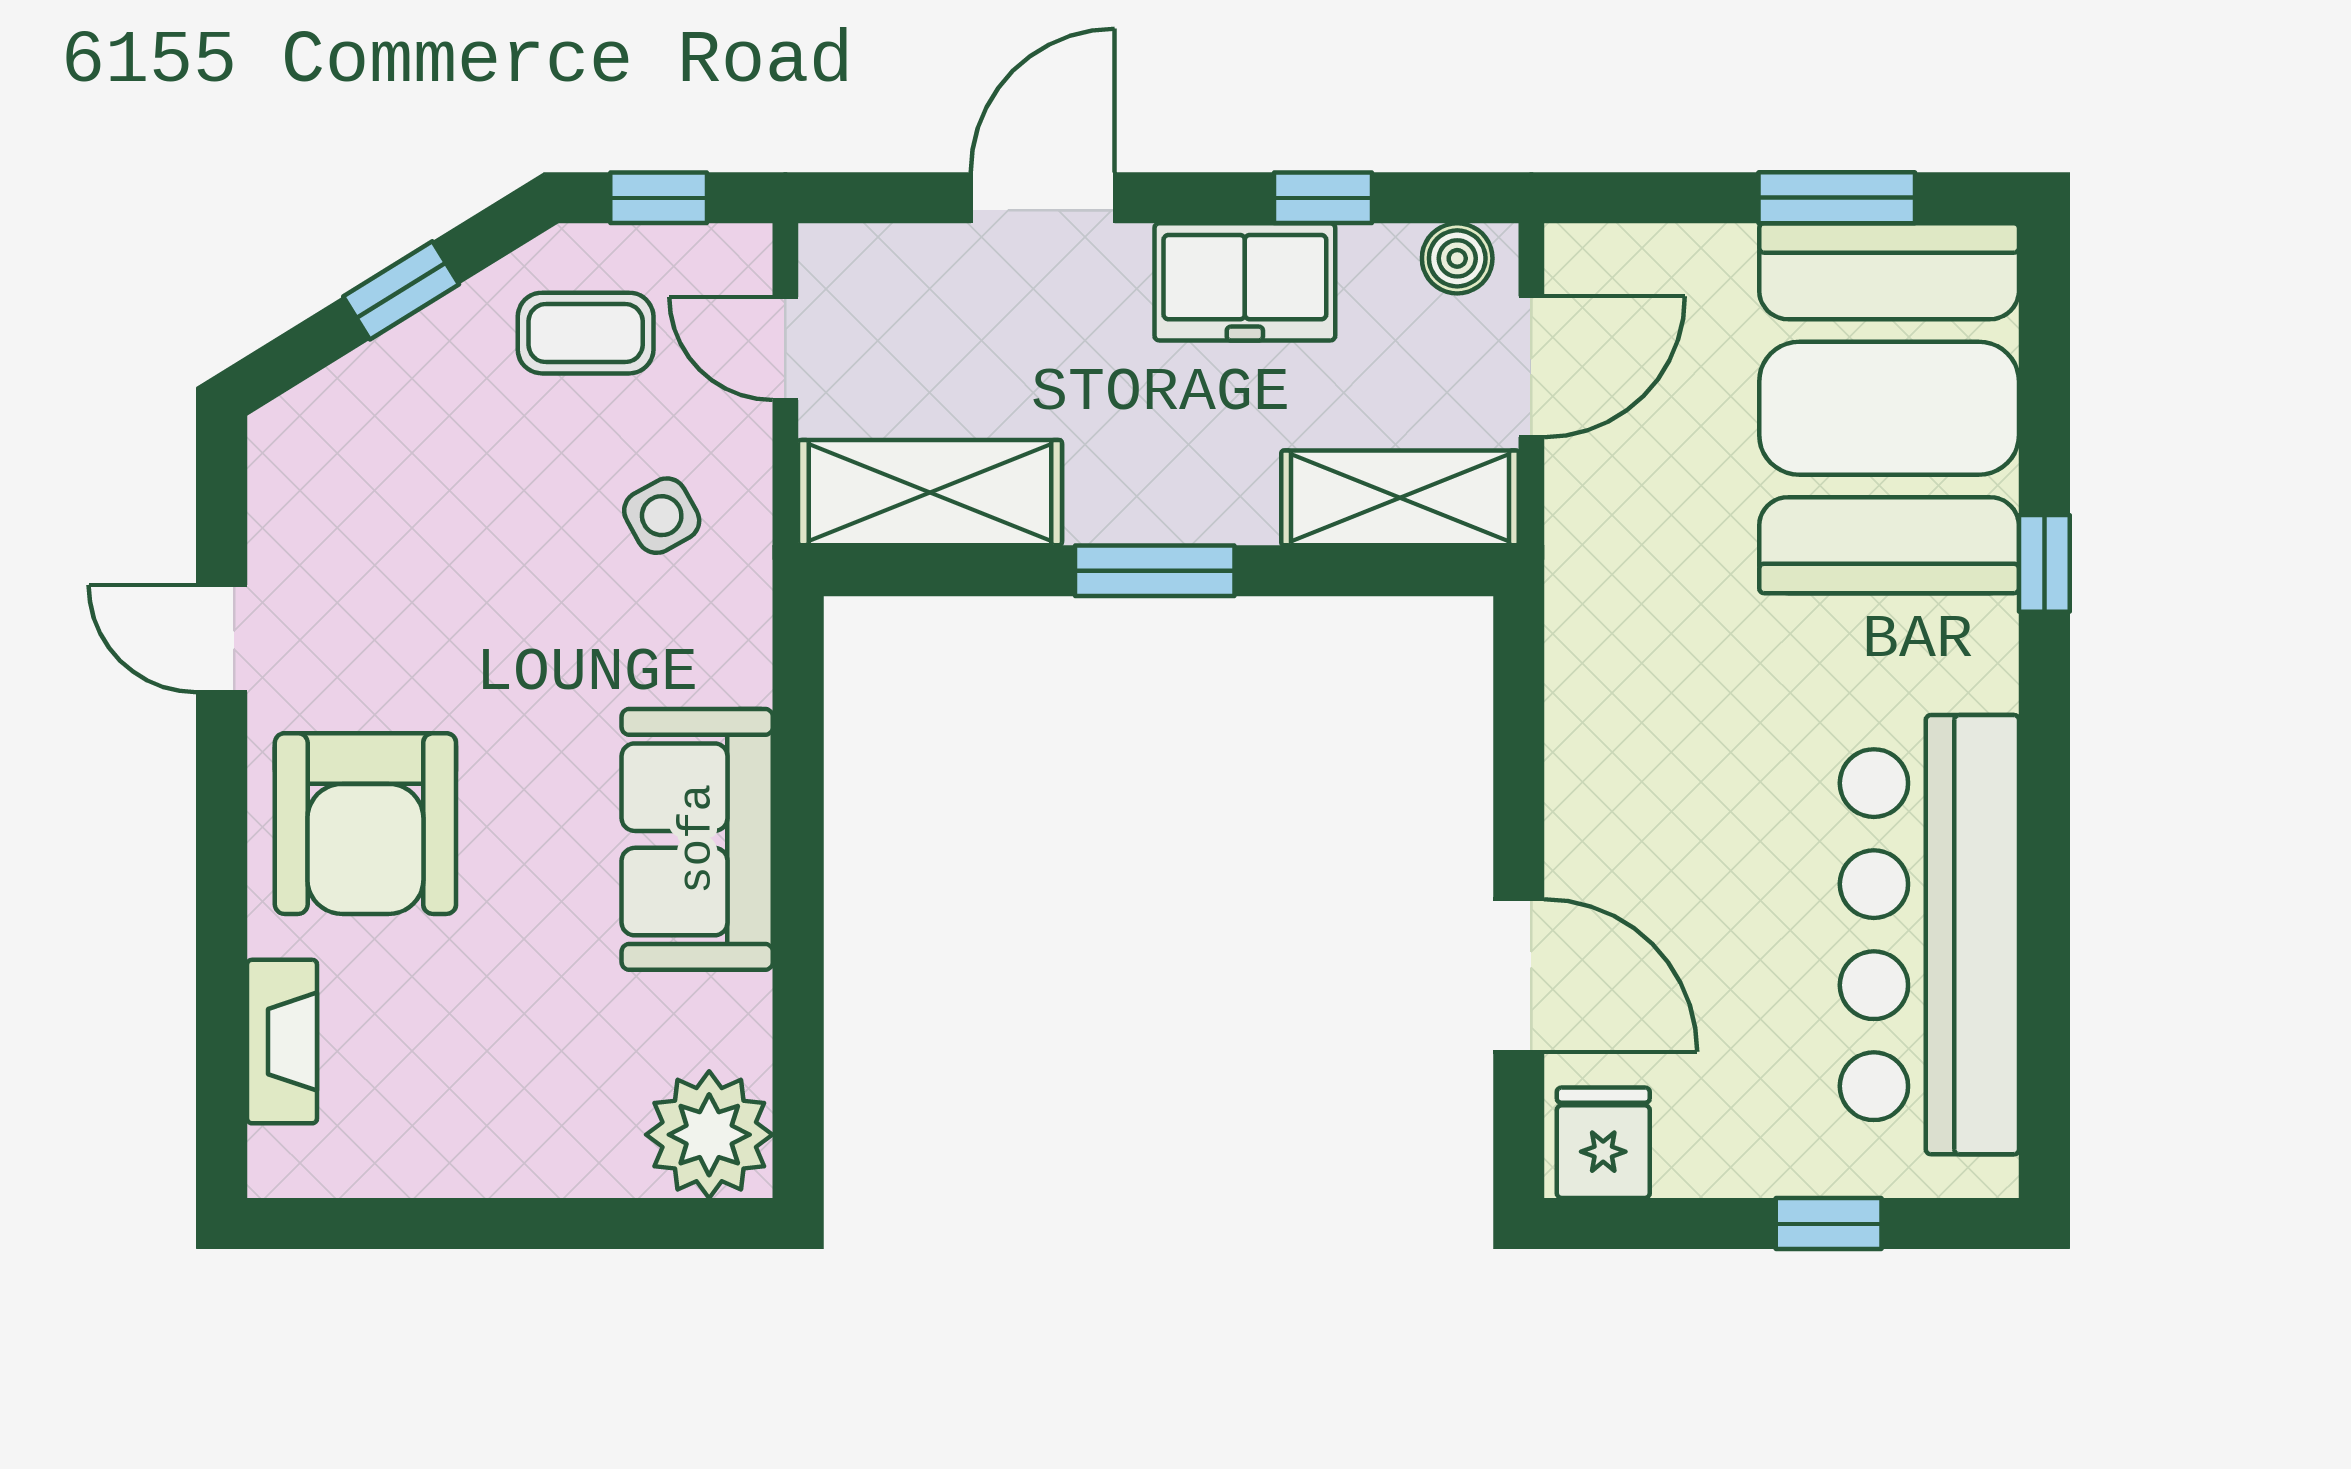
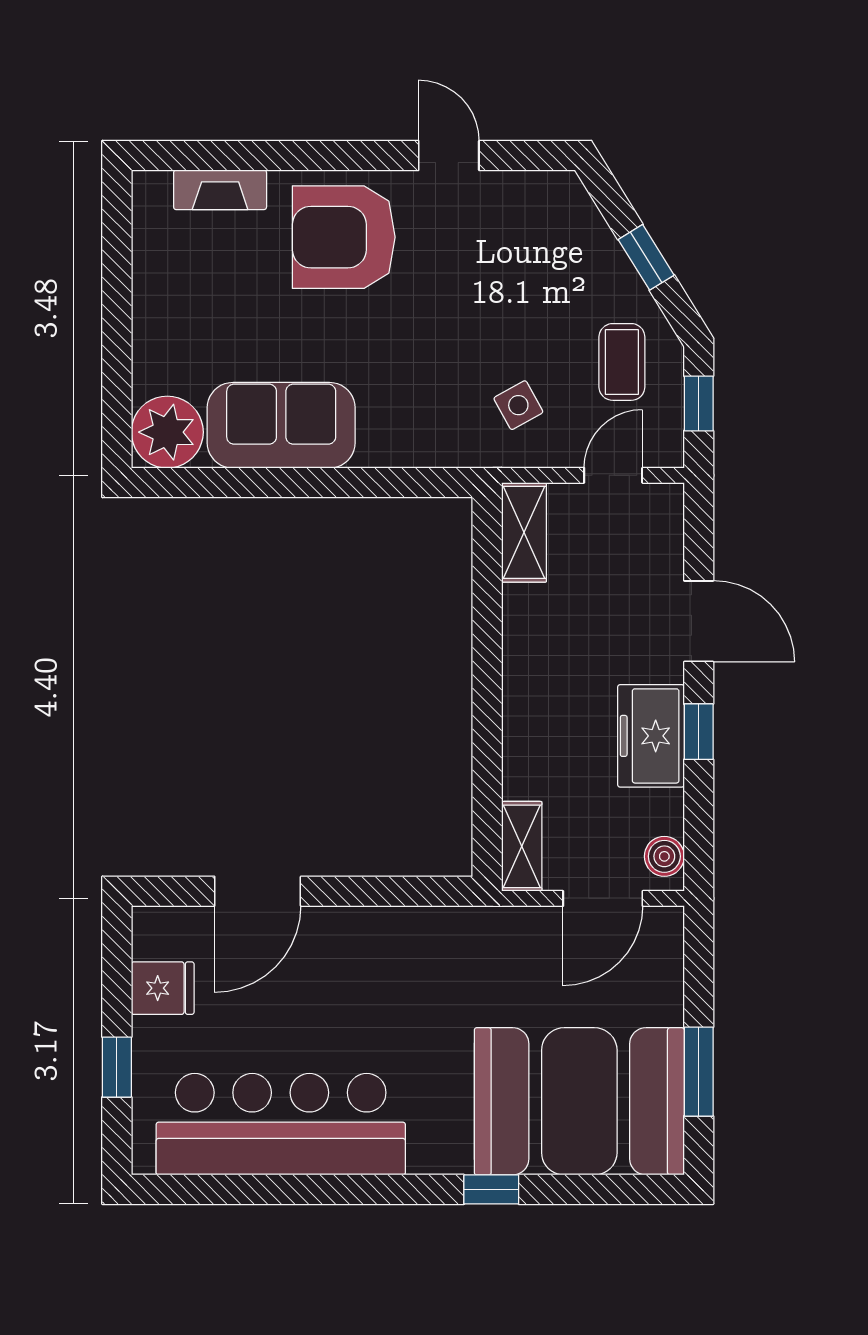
window: (1323, 198) -> (699, 732), moved
door: (1531, 367) -> (603, 898), hinge flipped
shelving: (930, 493) -> (524, 532), width x0.67, depth x0.75
shelving: (1400, 498) -> (522, 846), width x0.67, depth x0.75
window: (1155, 571) -> (487, 685), removed
door: (222, 639) -> (449, 156), hinge flipped
sofa: (697, 839) -> (281, 425), moved
fridge: (1603, 1143) -> (163, 988), moved

